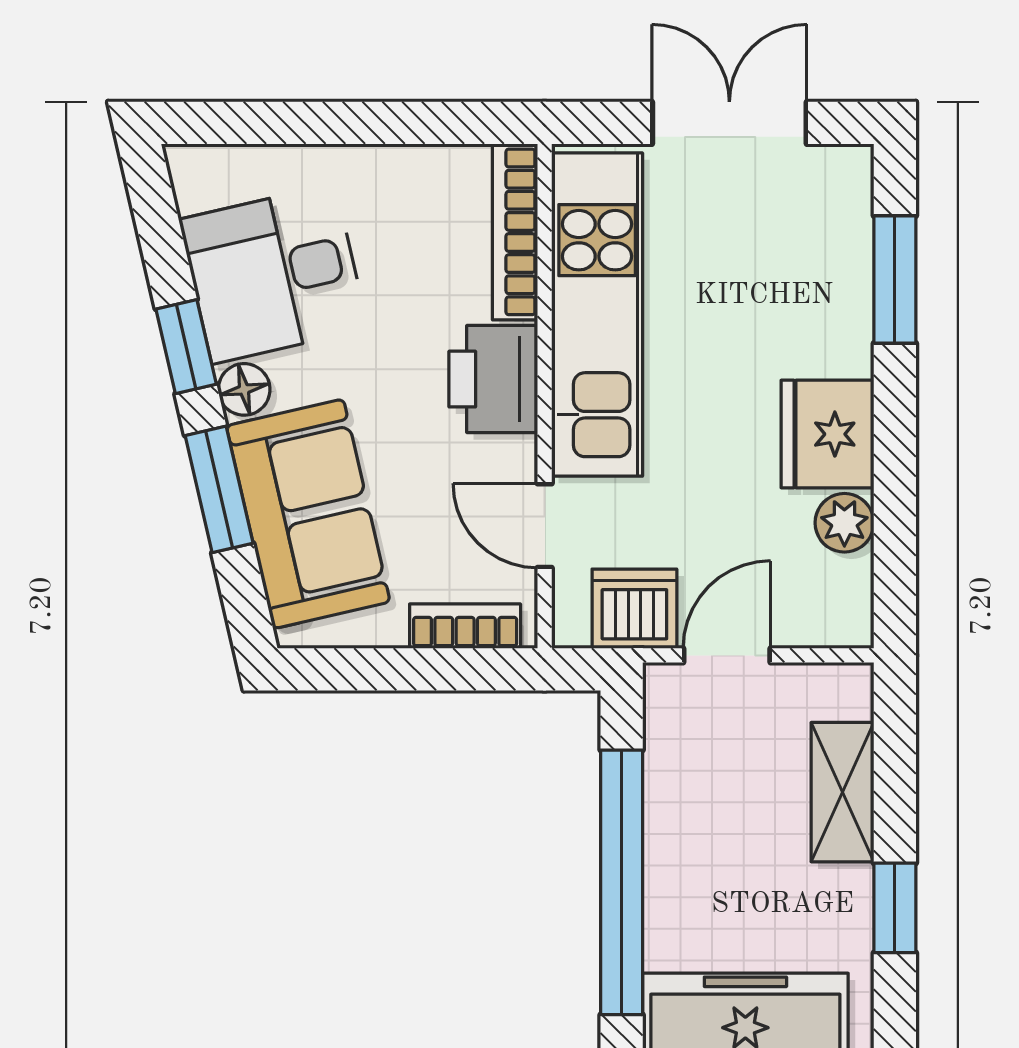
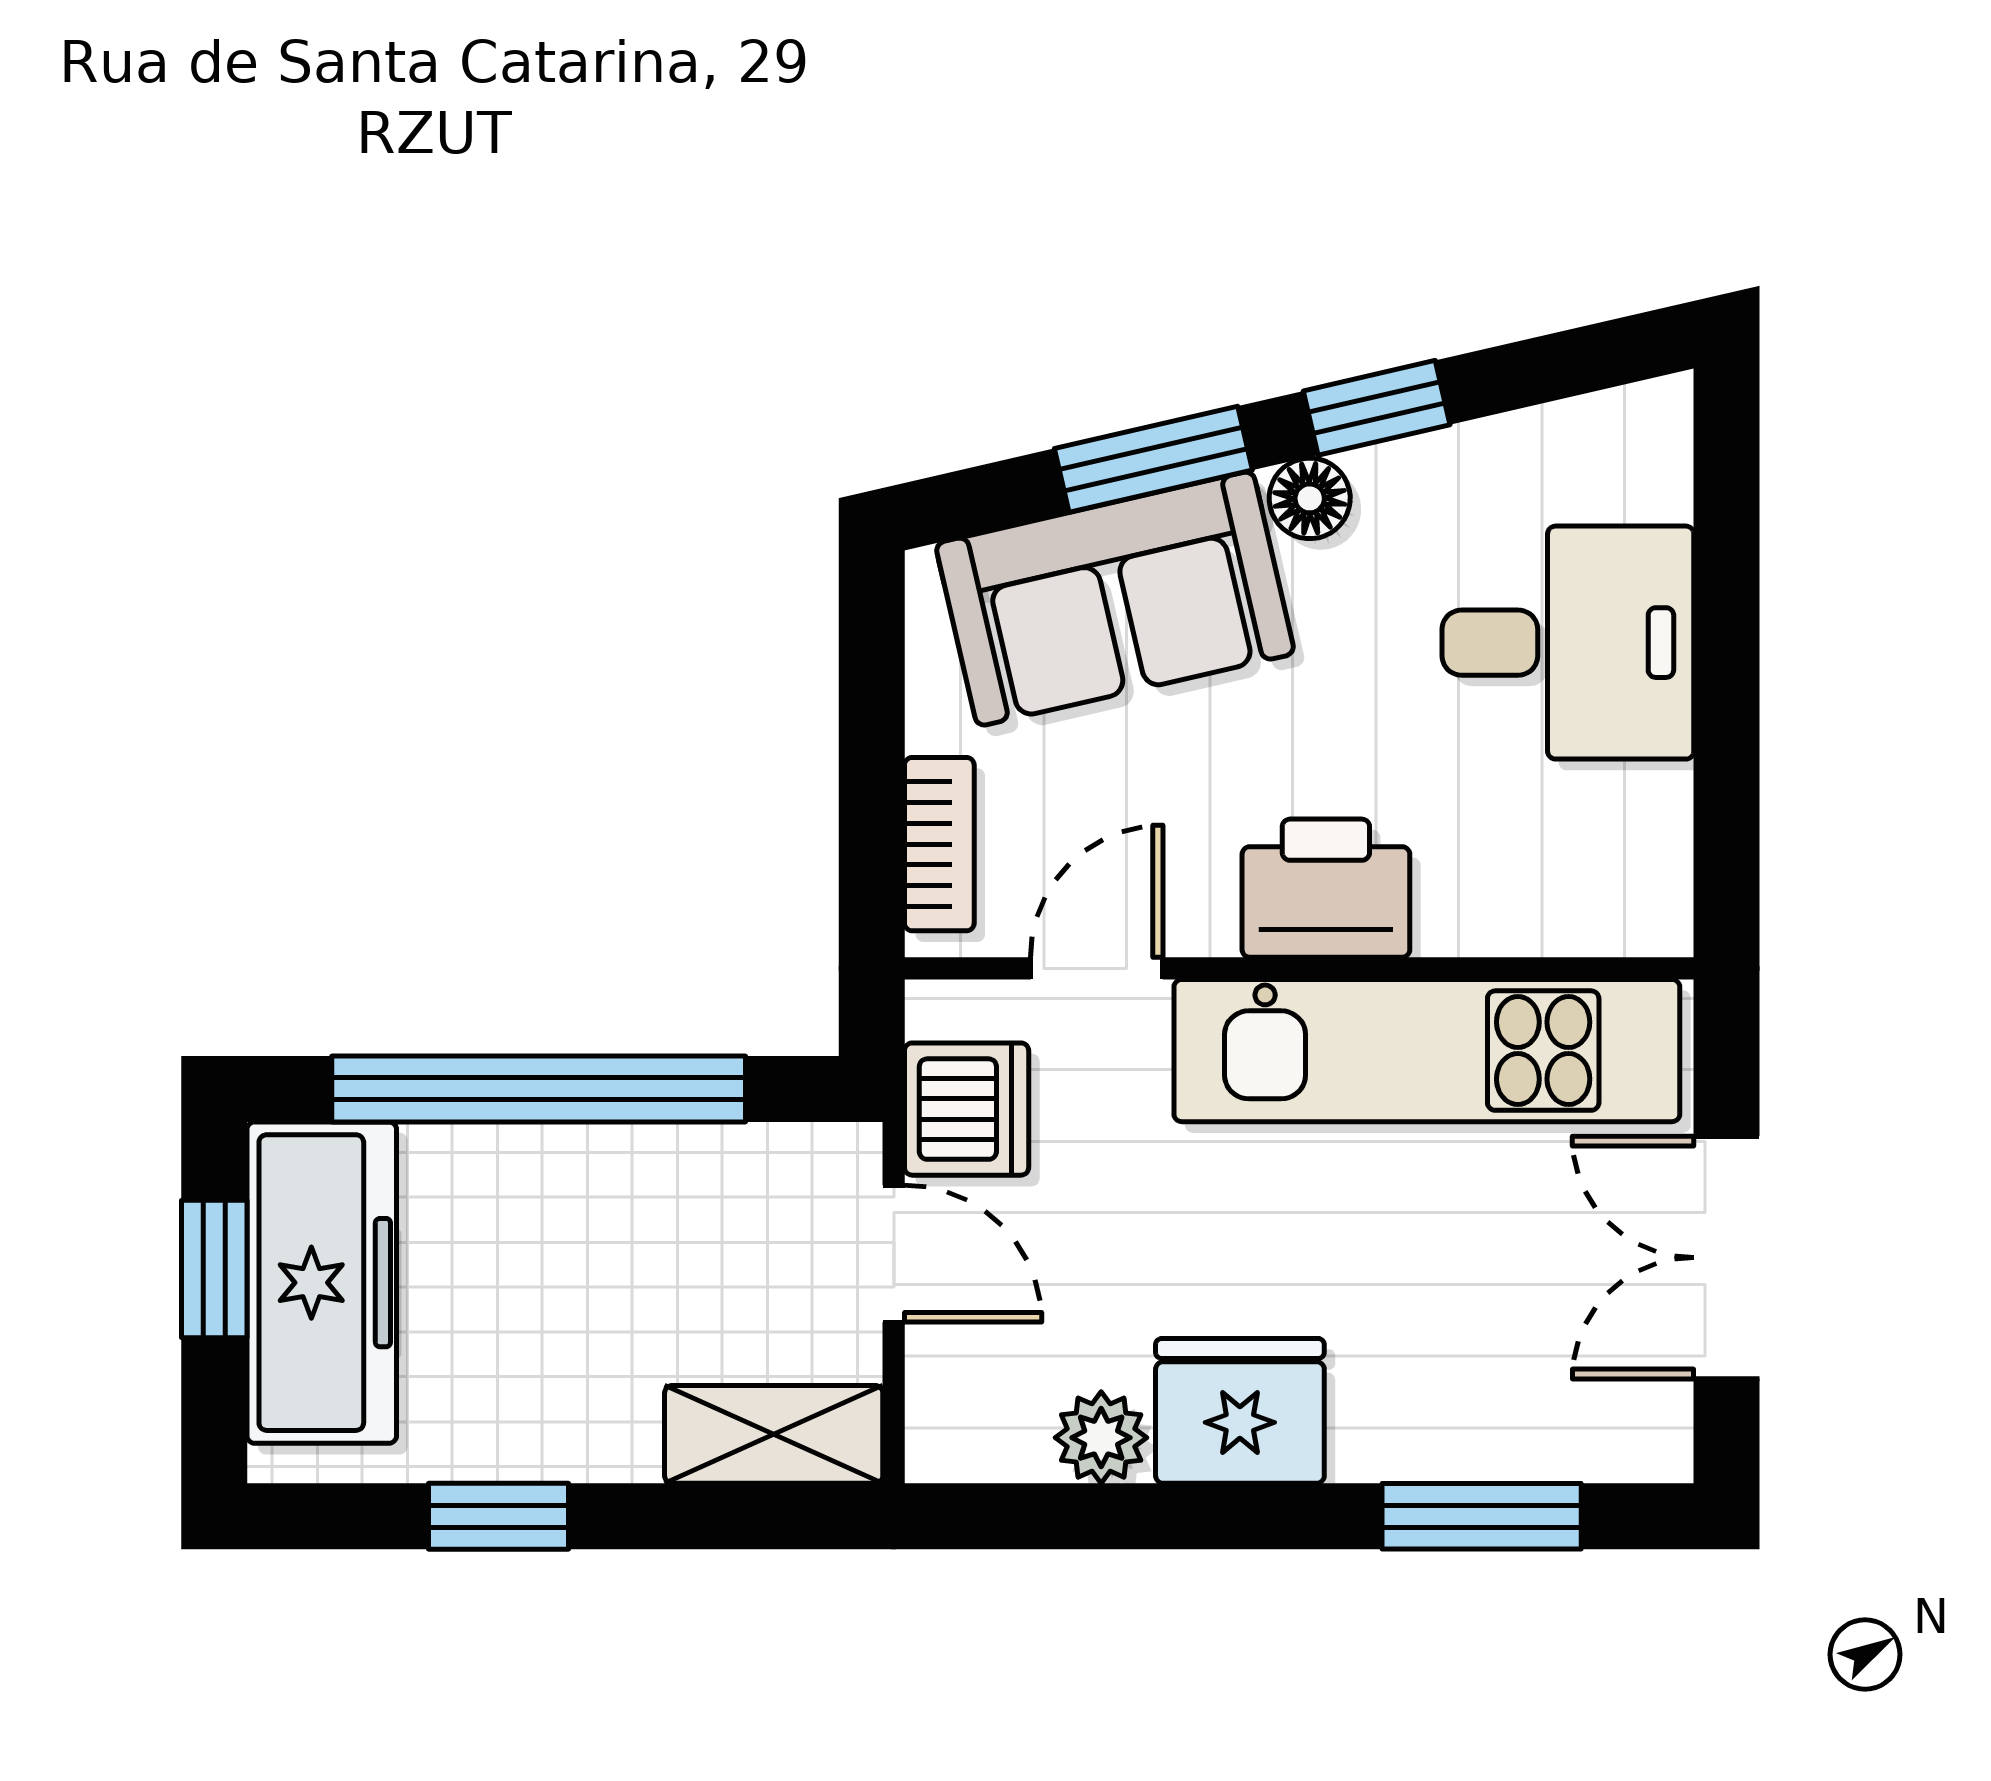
double door: (729, 123) -> (1727, 1258), swing flipped
bookcase: (515, 232) -> (1556, 922), removed
desk: (273, 274) -> (1568, 643), moved, turned 103
shelving: (842, 792) -> (774, 1434), moved

